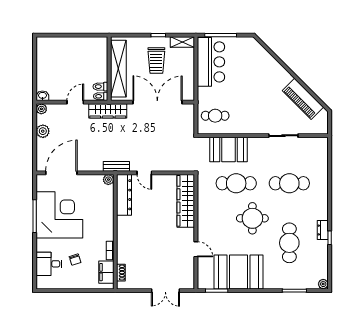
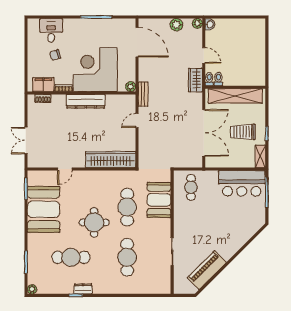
wardrobe: (108, 111) -> (195, 80), width x0.67
dresser: (124, 195) -> (86, 101), moved
corner desk: (59, 215) -> (95, 70), moved, turned 180

